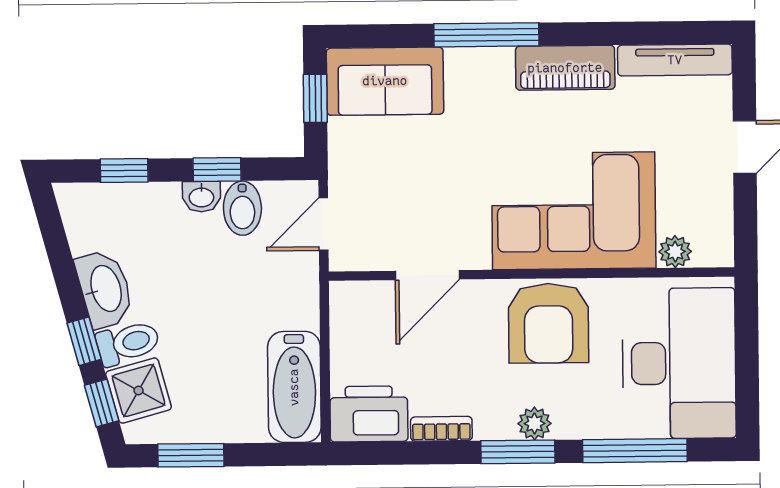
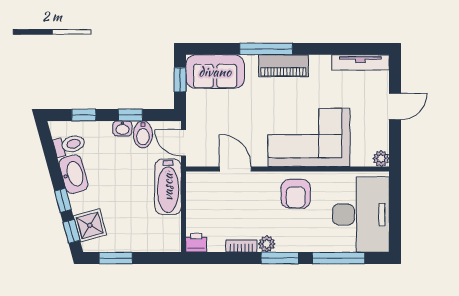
piano: (565, 68) -> (284, 66), moved
door: (324, 224) -> (184, 143), hinge flipped
plant: (675, 252) -> (381, 158), moved
door: (427, 275) -> (235, 169), swing flipped
armchair: (549, 323) -> (296, 194), width x0.73, depth x0.73
toilet: (128, 343) -> (69, 145), moved
bathtub: (294, 387) -> (168, 187), moved
printer: (369, 414) -> (196, 243), width x0.53, depth x0.68
plant: (534, 423) -> (267, 244), moved

